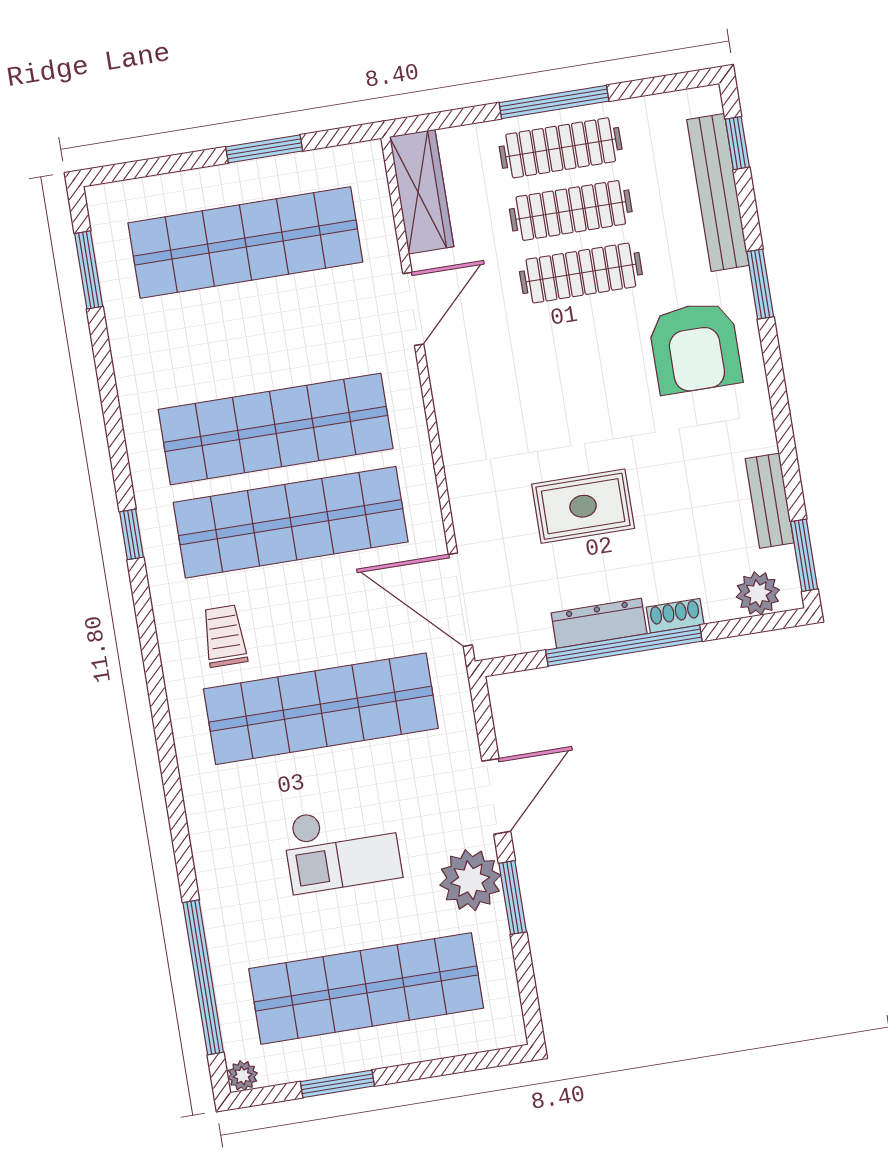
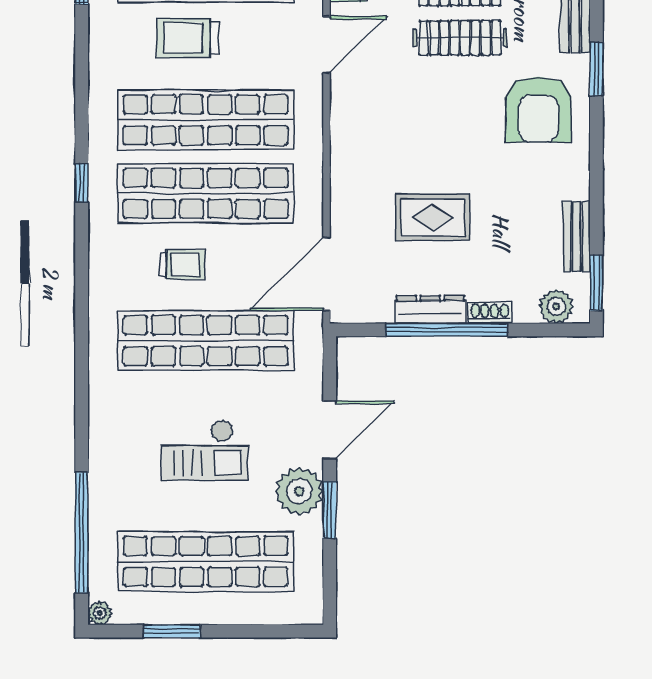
trolley: (236, 329) -> (188, 38), added
door: (460, 600) -> (326, 274), hinge flipped
trolley: (225, 636) -> (182, 265), moved, turned 90

